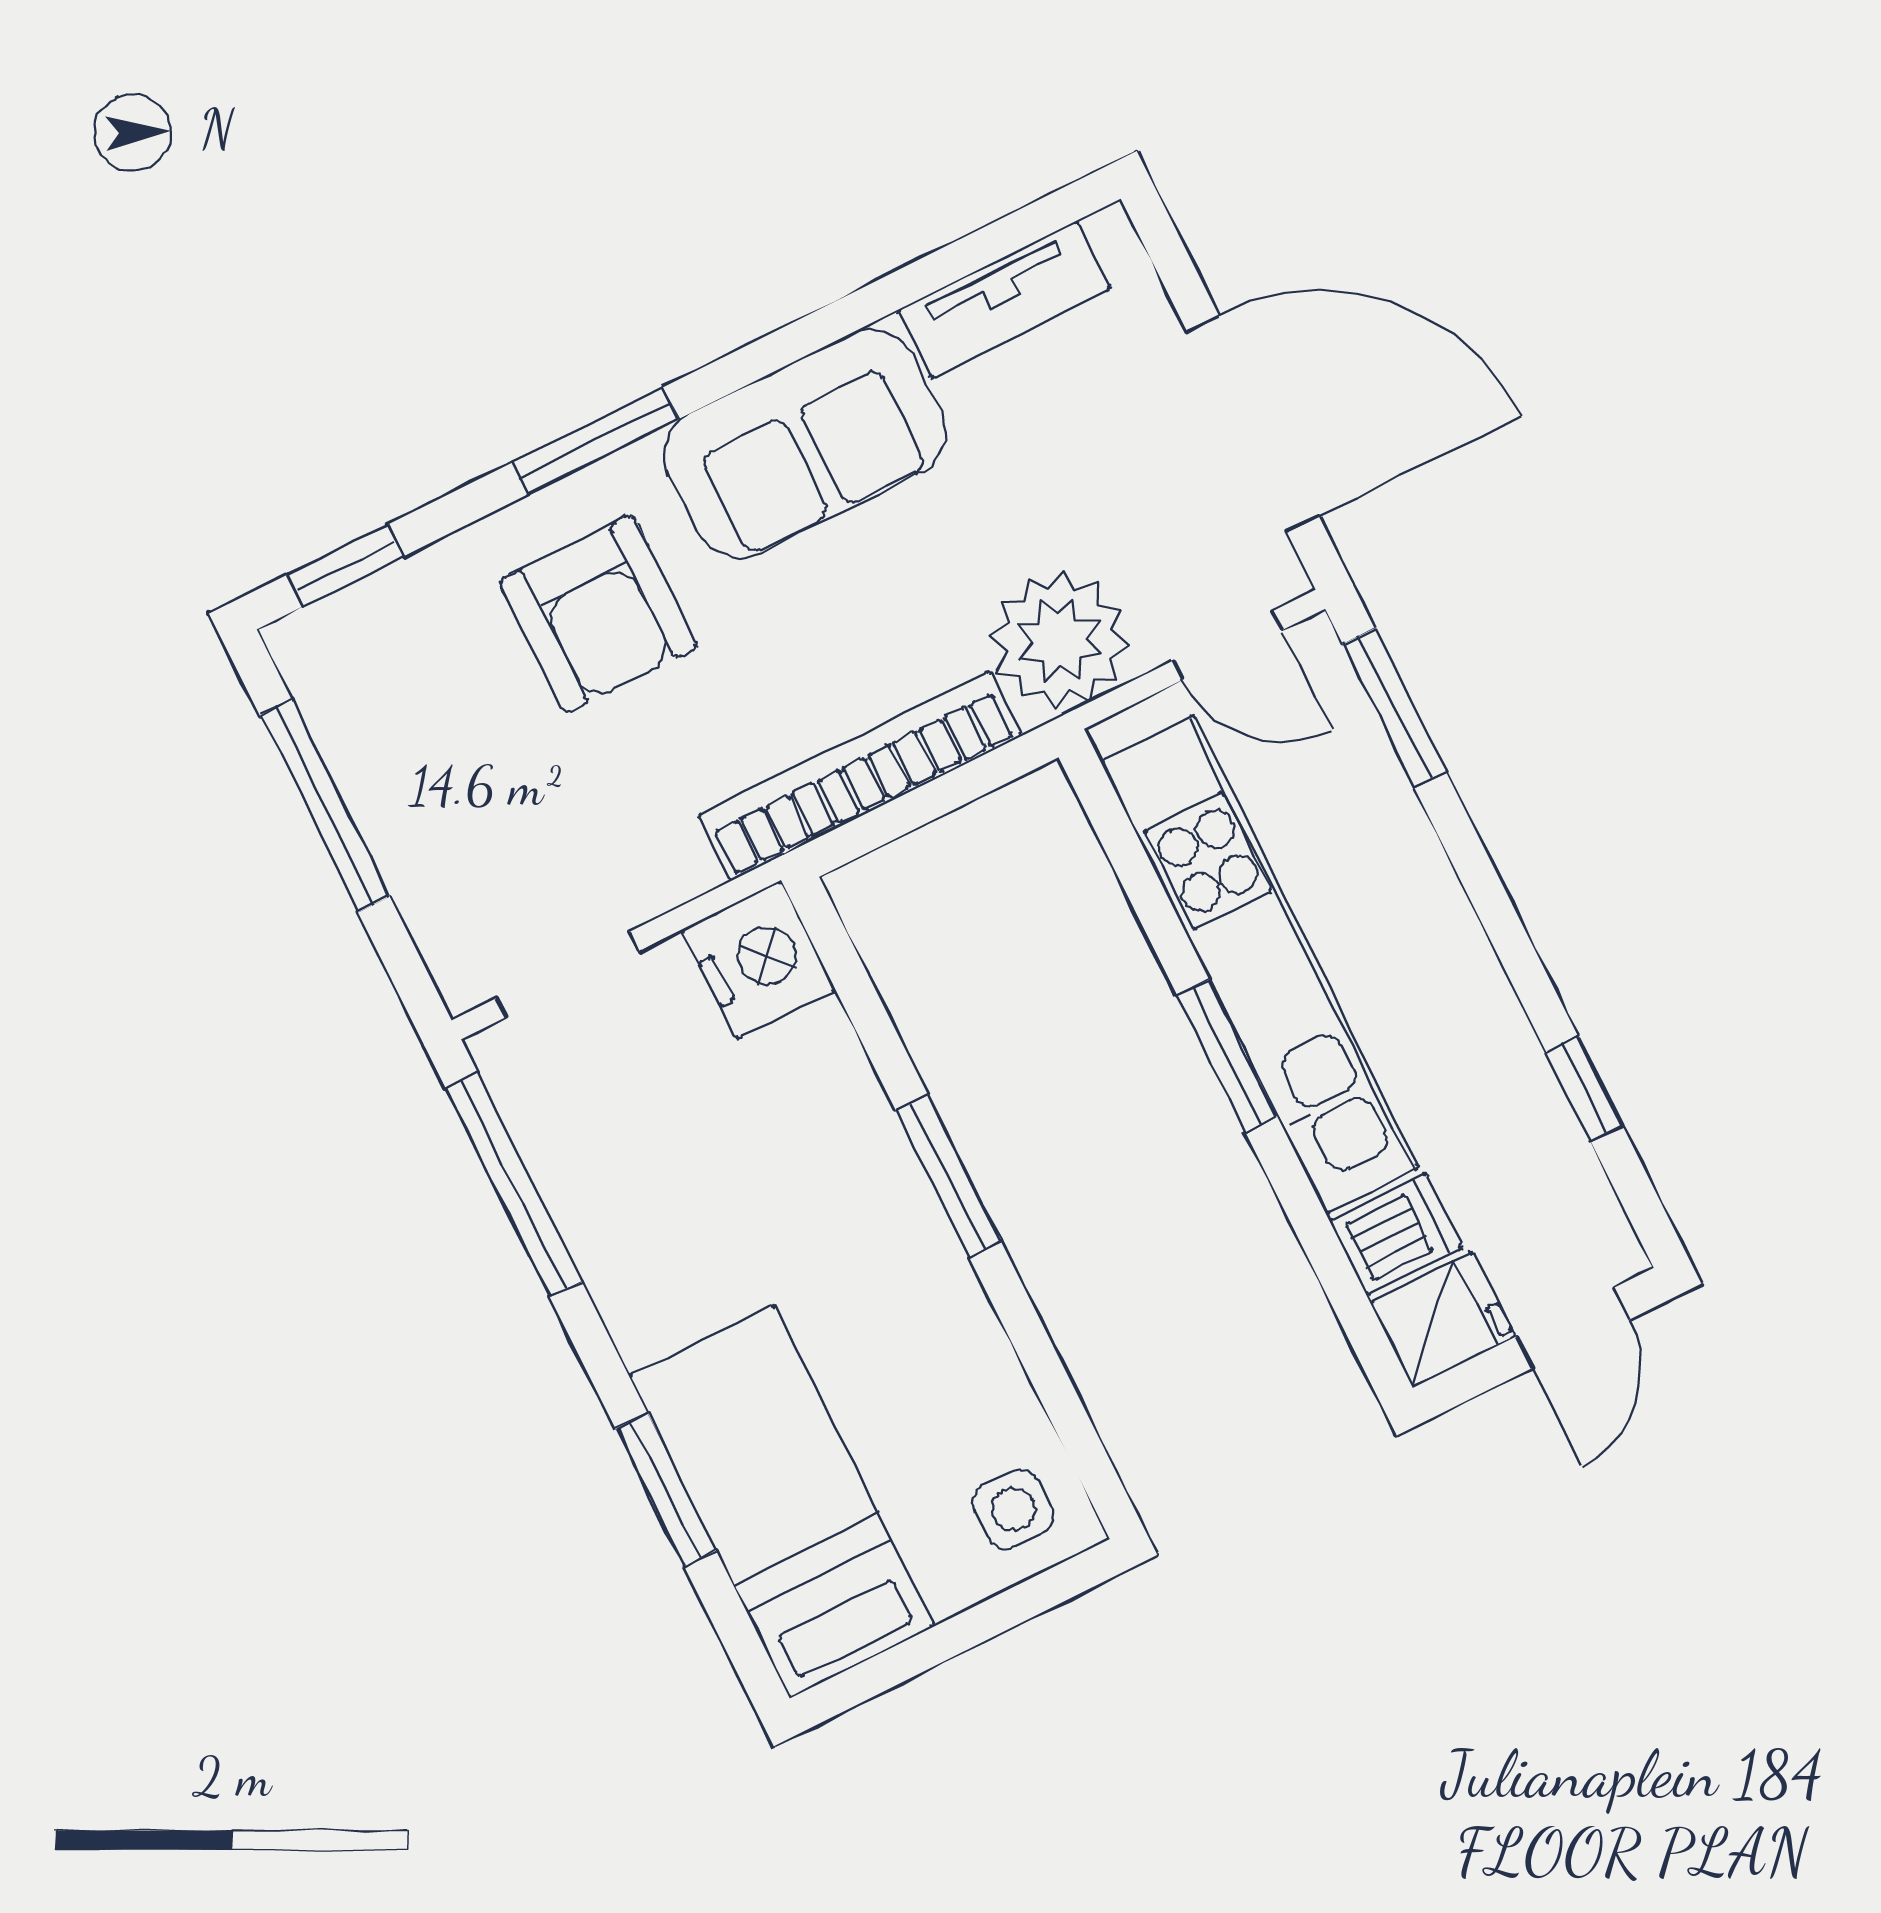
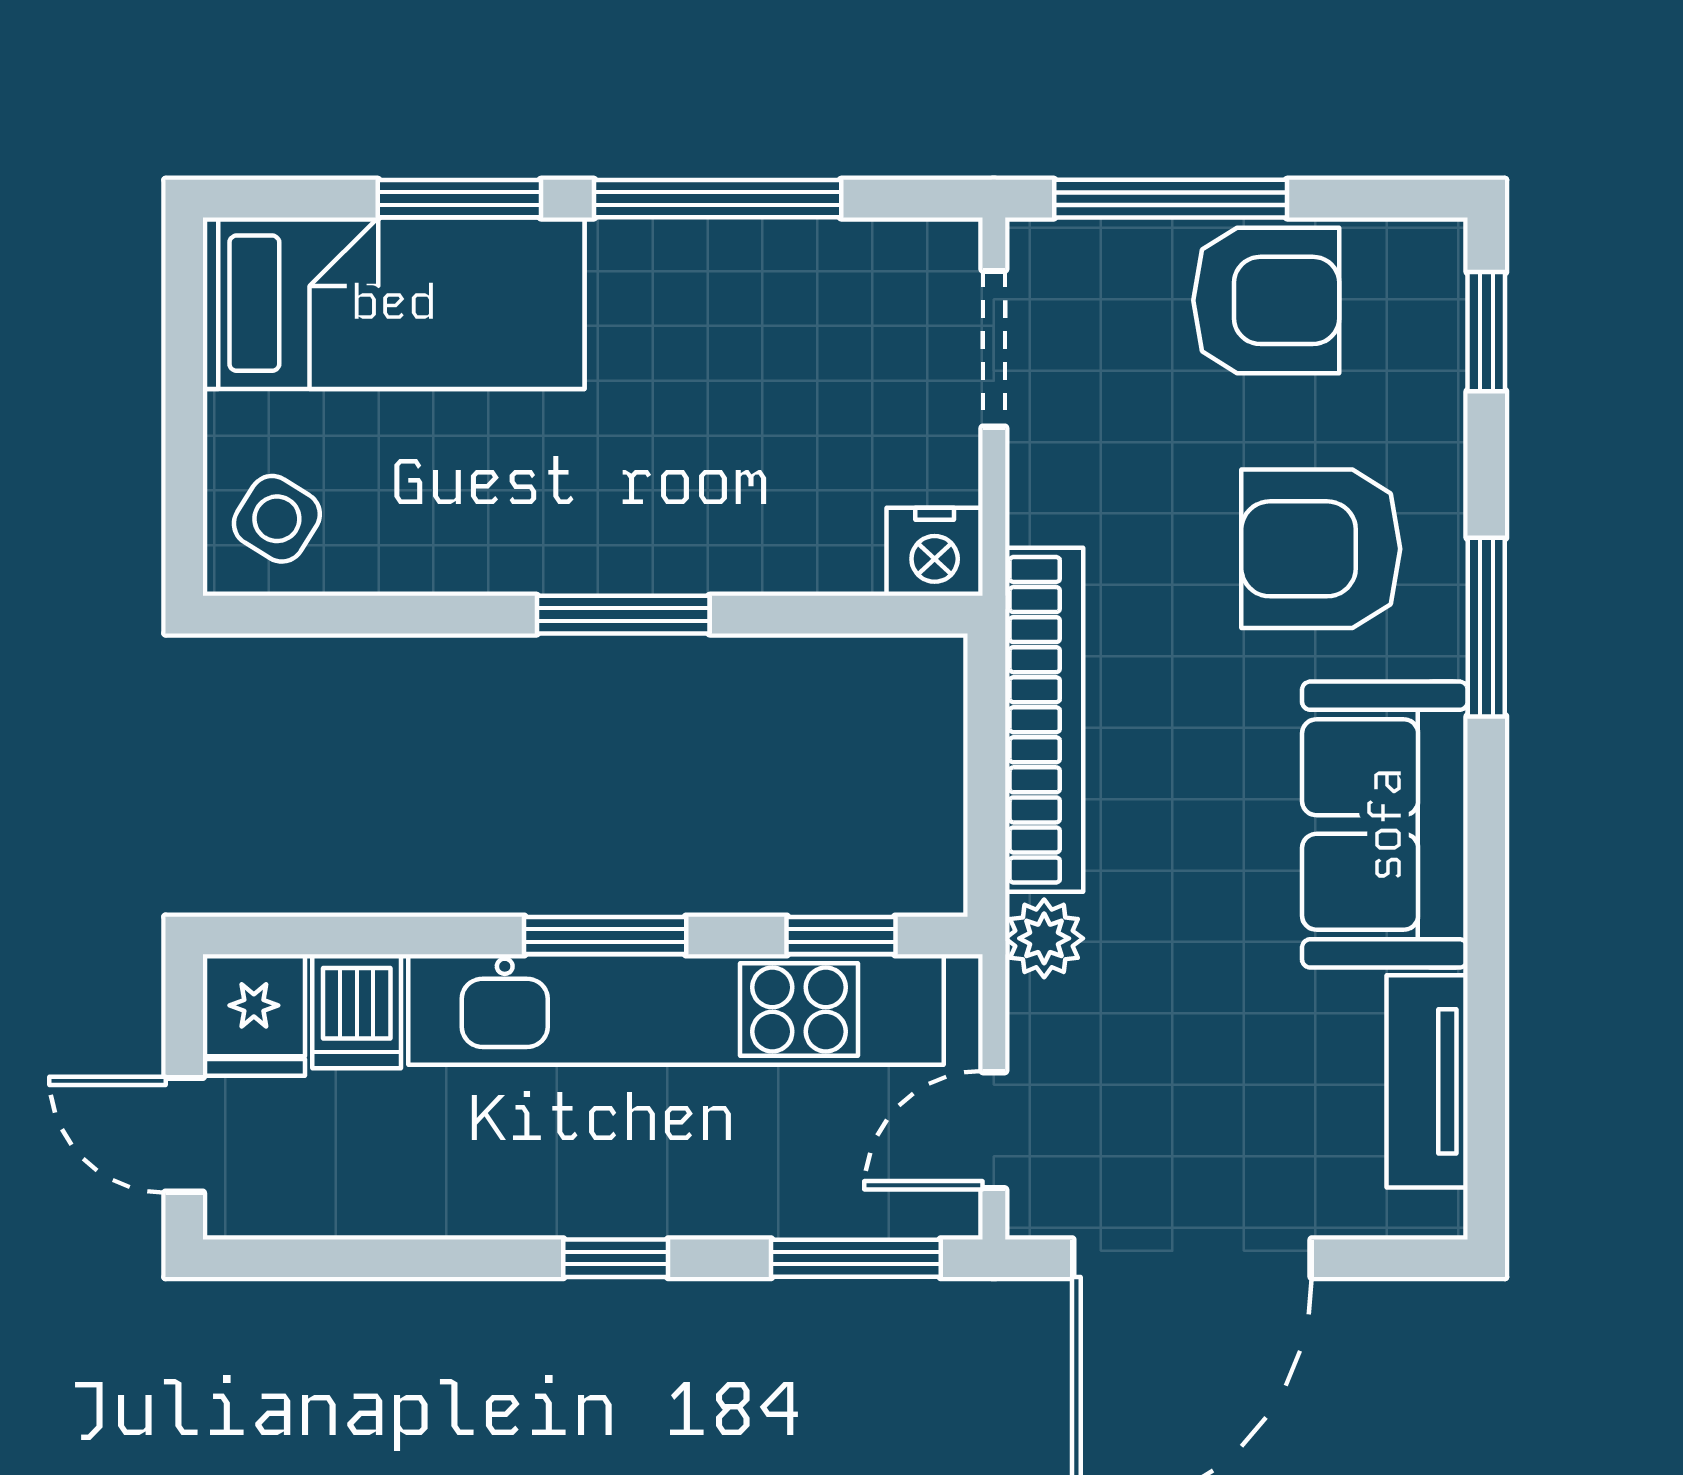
plant: (1059, 640) -> (1044, 938), width x0.53, depth x0.53
armchair: (412, 765) -> (1266, 300), added
window: (325, 806) -> (1171, 199), moved
window: (1128, 857) -> (841, 936), added
nightstand: (759, 960) -> (935, 552), width x0.74, depth x0.75
window: (1584, 1089) -> (616, 1258), moved
window: (514, 1184) -> (718, 199), moved
side table: (1013, 1509) -> (277, 519), turned 32

